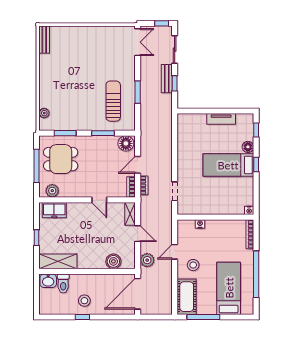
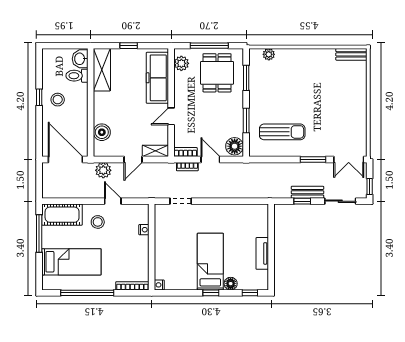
window: (138, 92) -> (313, 160), moved
freezer: (54, 210) -> (157, 78), width x1.91, depth x1.26

